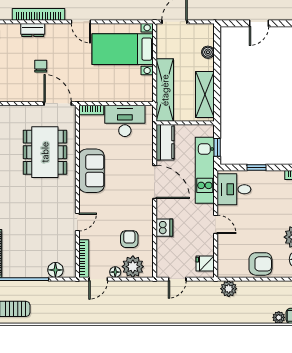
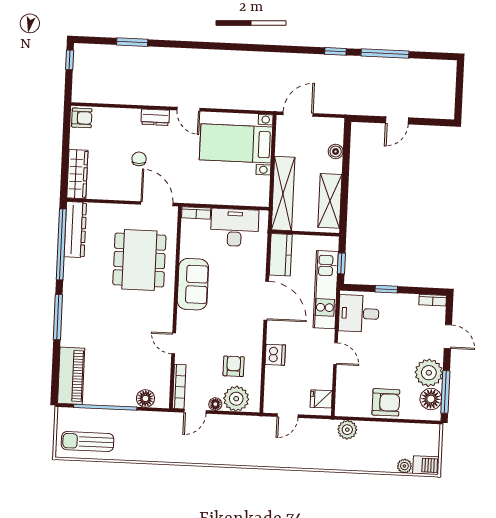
bookcase: (39, 14) -> (139, 98), removed
dresser: (33, 30) -> (155, 117), moved
door: (77, 222) -> (174, 343), swing flipped

